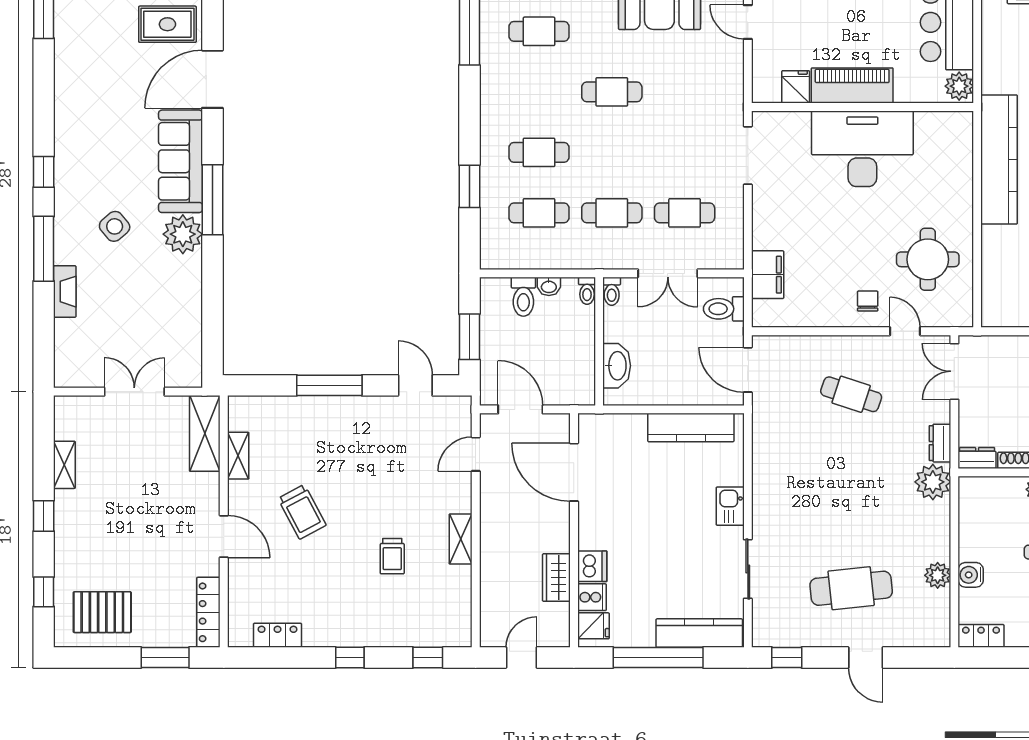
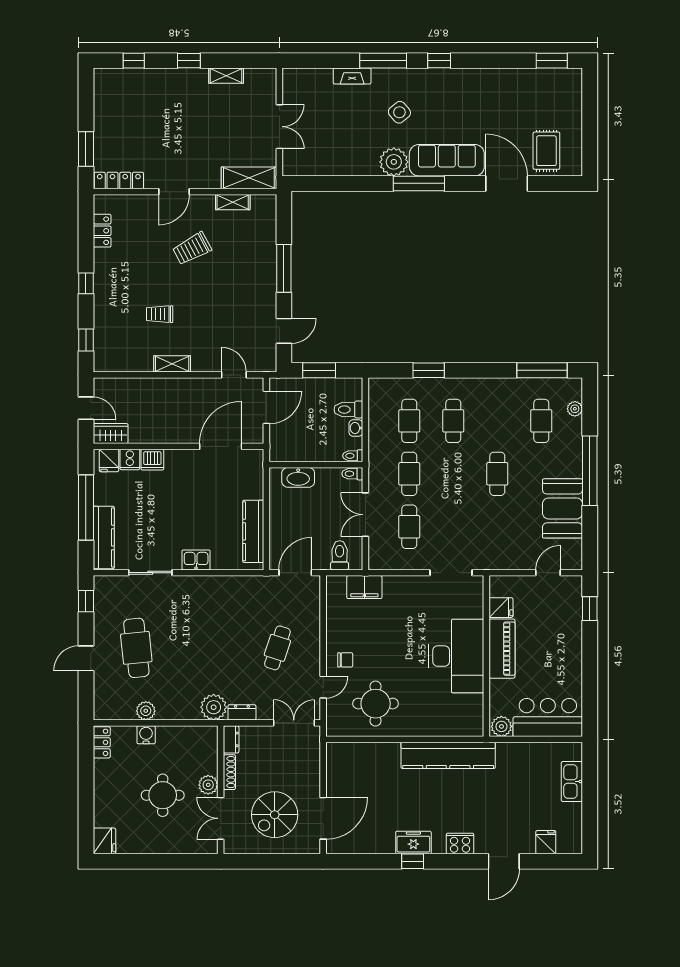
wardrobe: (556, 578) -> (111, 434), moved
pallet: (102, 612) -> (119, 103), removed

